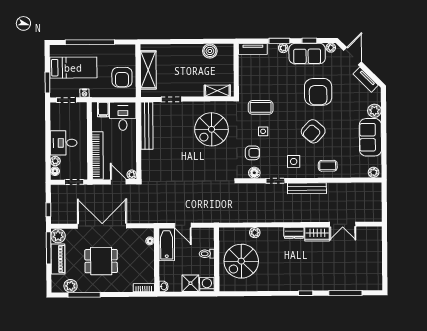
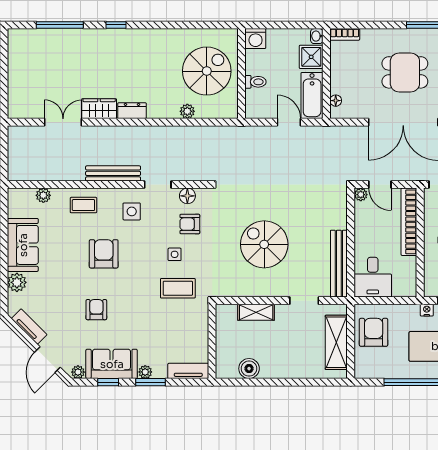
shelving: (217, 91) -> (256, 312), moved
armchair: (318, 92) -> (96, 310), width x0.53, depth x0.53
filing cabinet: (103, 110) -> (401, 287), removed
spiral stairs: (211, 129) -> (264, 244), moved, turned -90
armchair: (313, 131) -> (104, 254), turned -42
plant: (374, 172) -> (43, 195), moved
shower: (190, 283) -> (311, 57), moved

